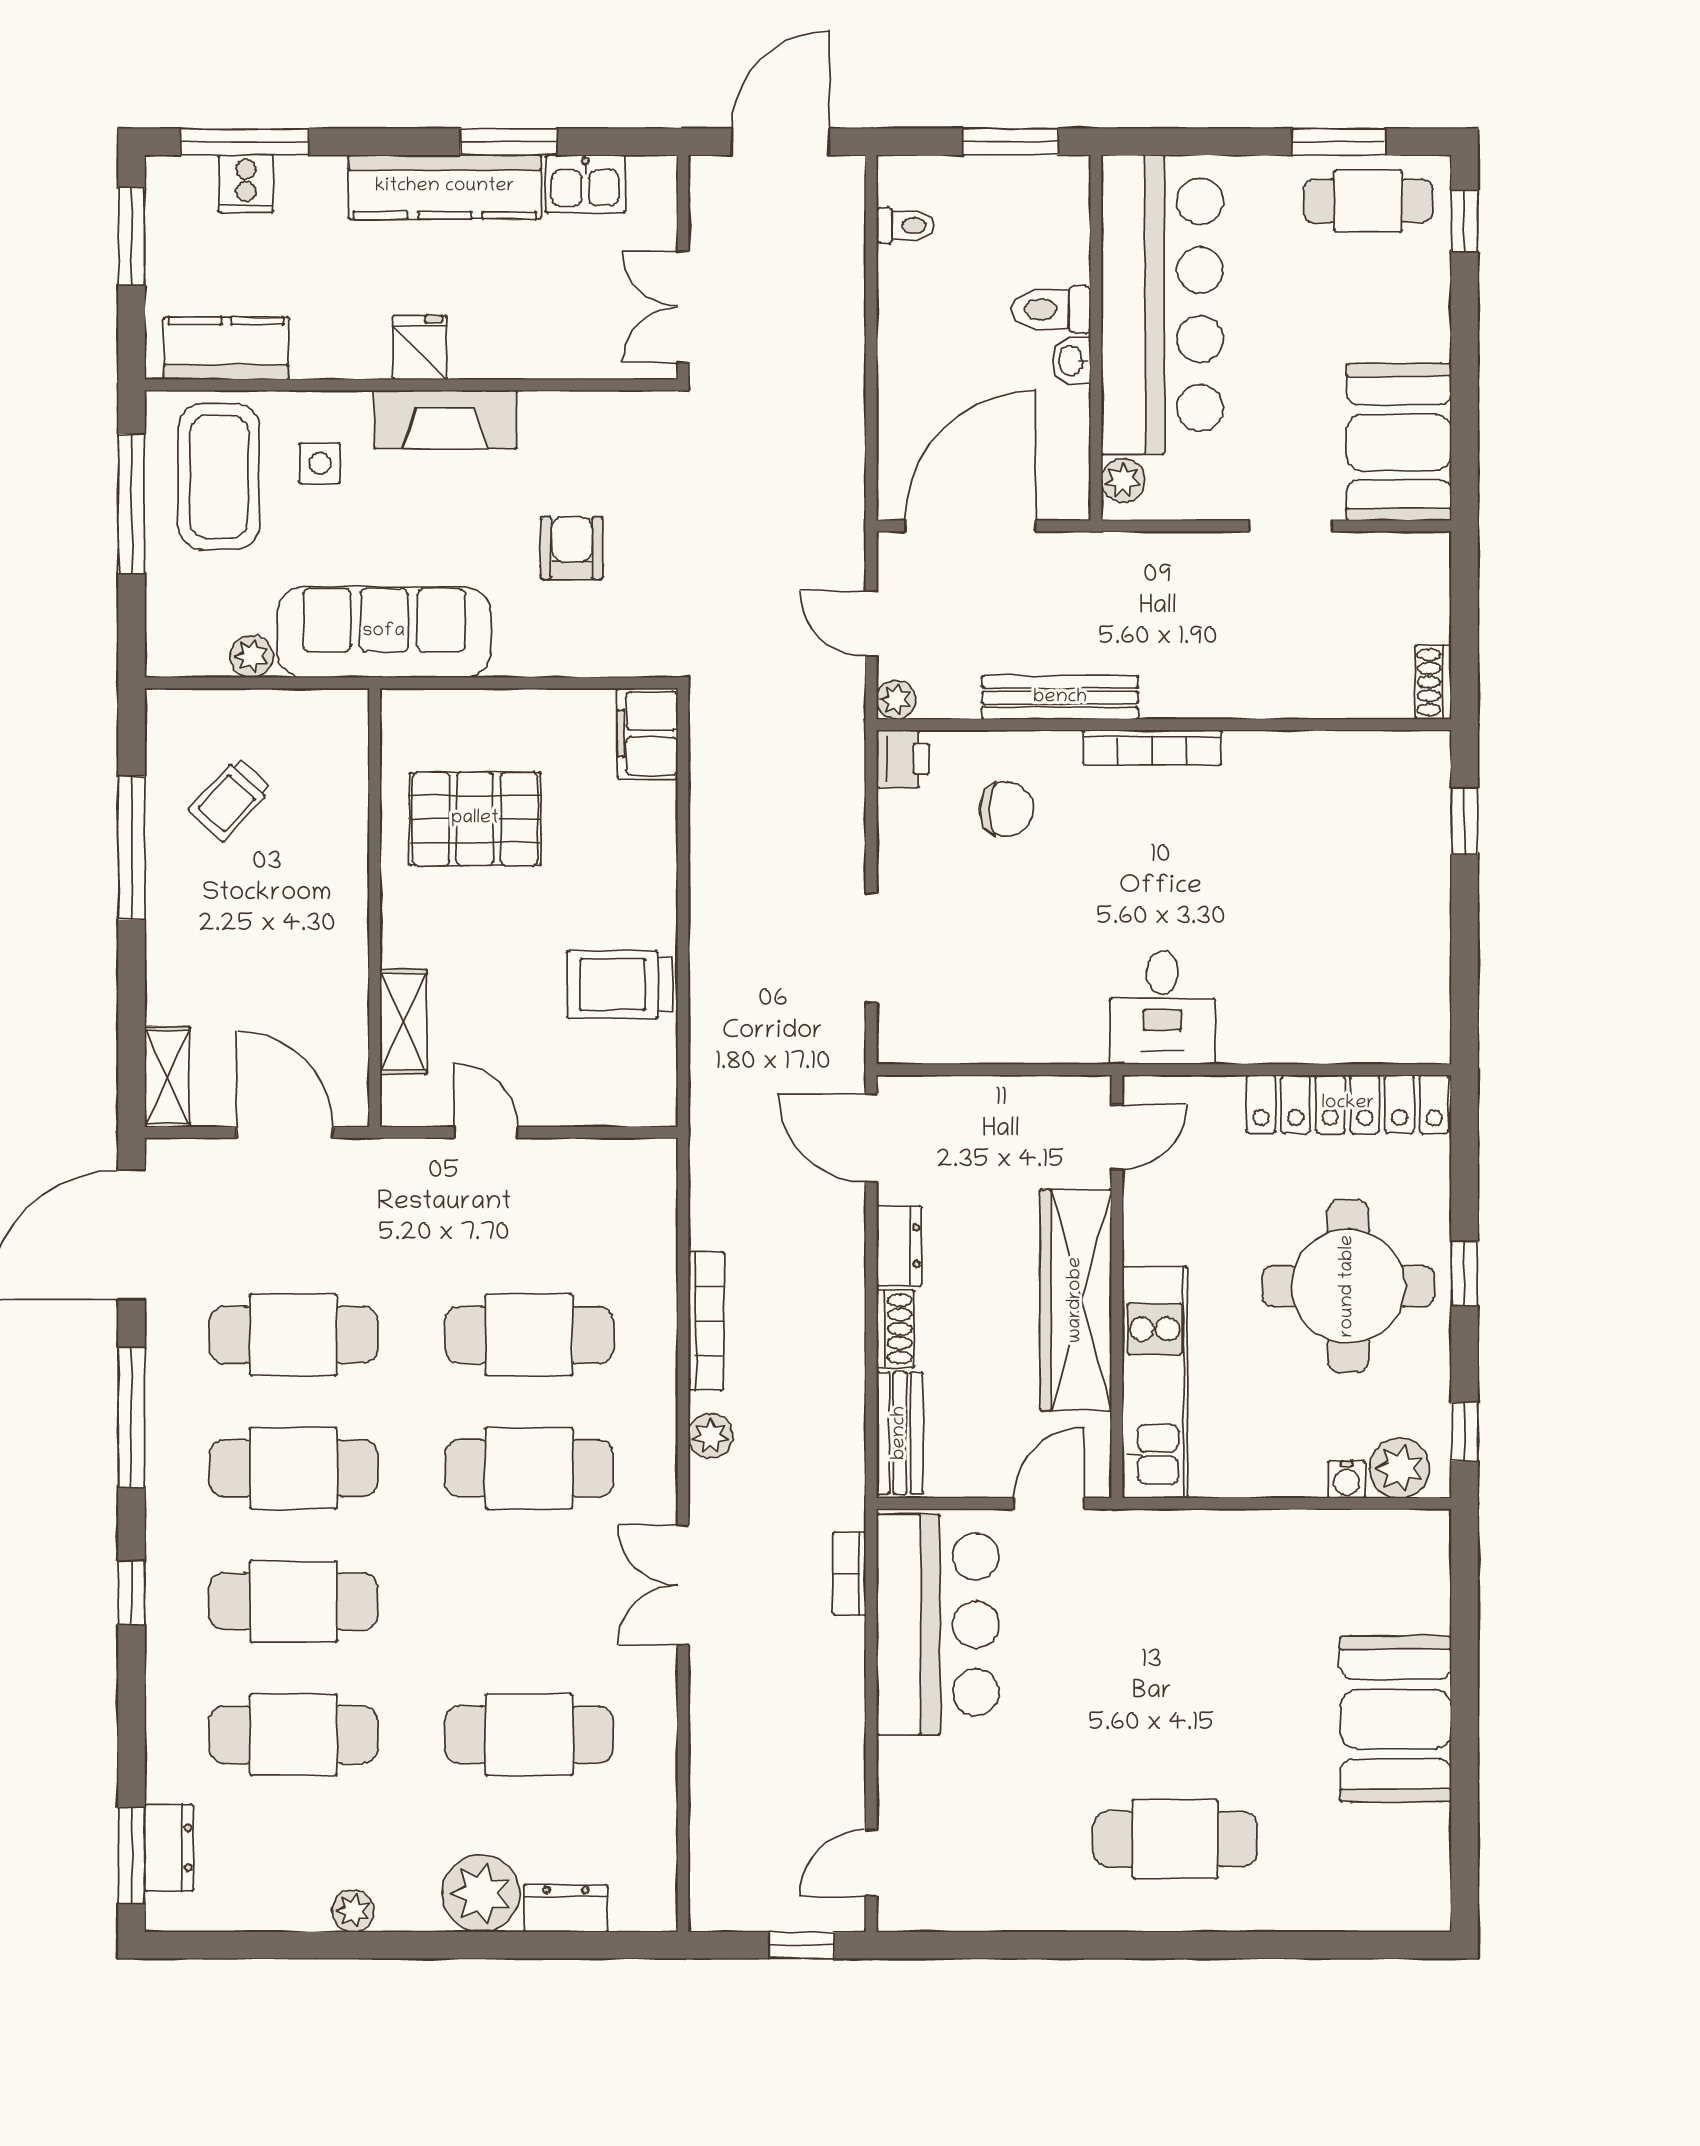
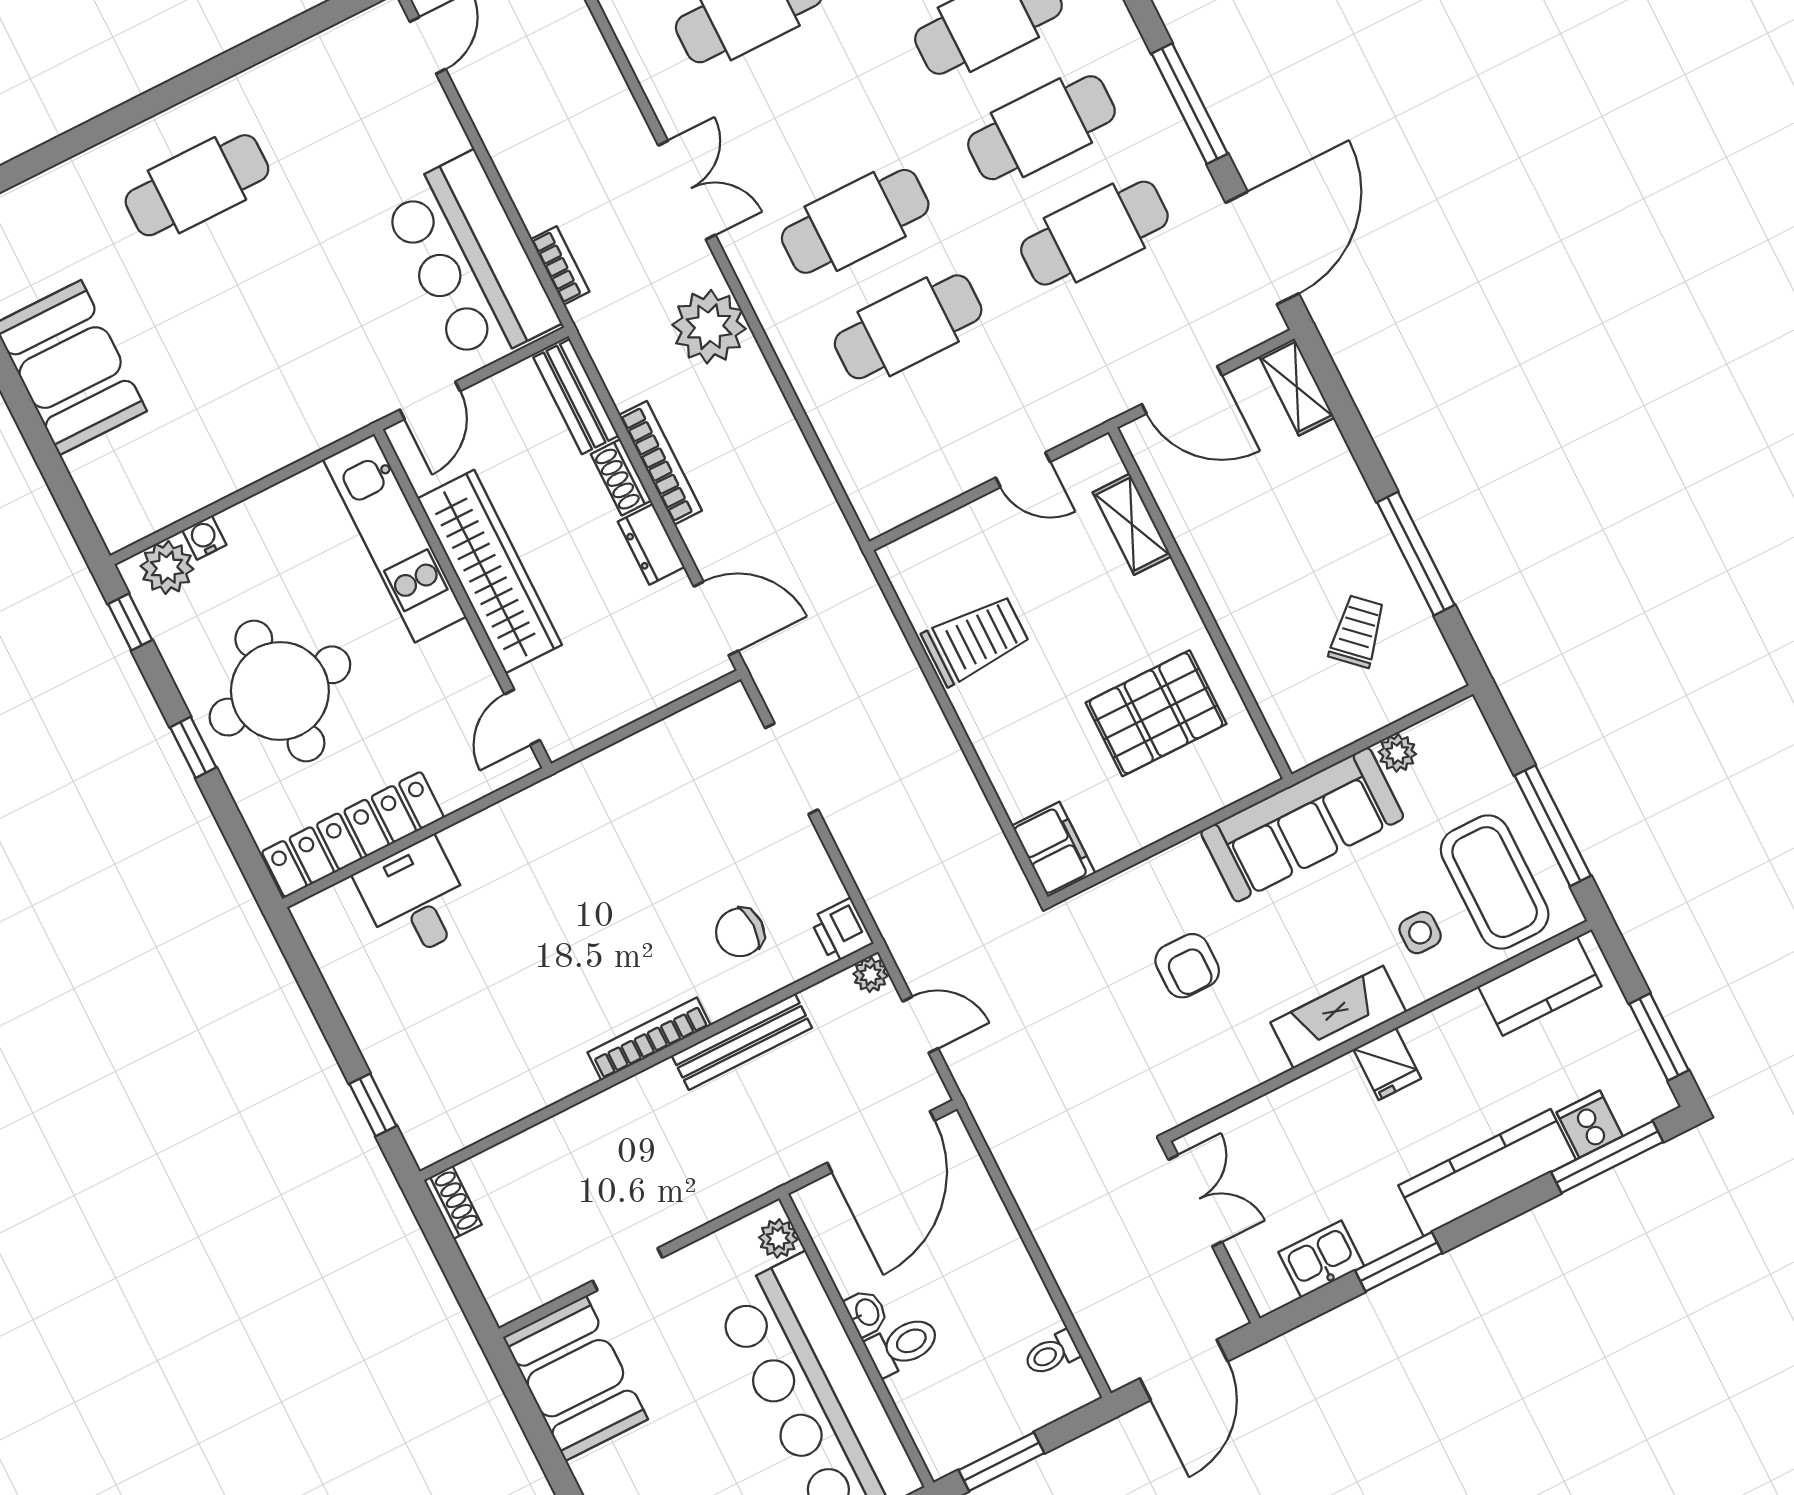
kitchen counter: (445, 187) -> (1487, 1173), moved
desk: (1162, 1008) -> (415, 899), moved
bookcase: (706, 1321) -> (660, 463), moved, turned 180
plant: (711, 1436) -> (709, 327), width x1.87, depth x1.87

